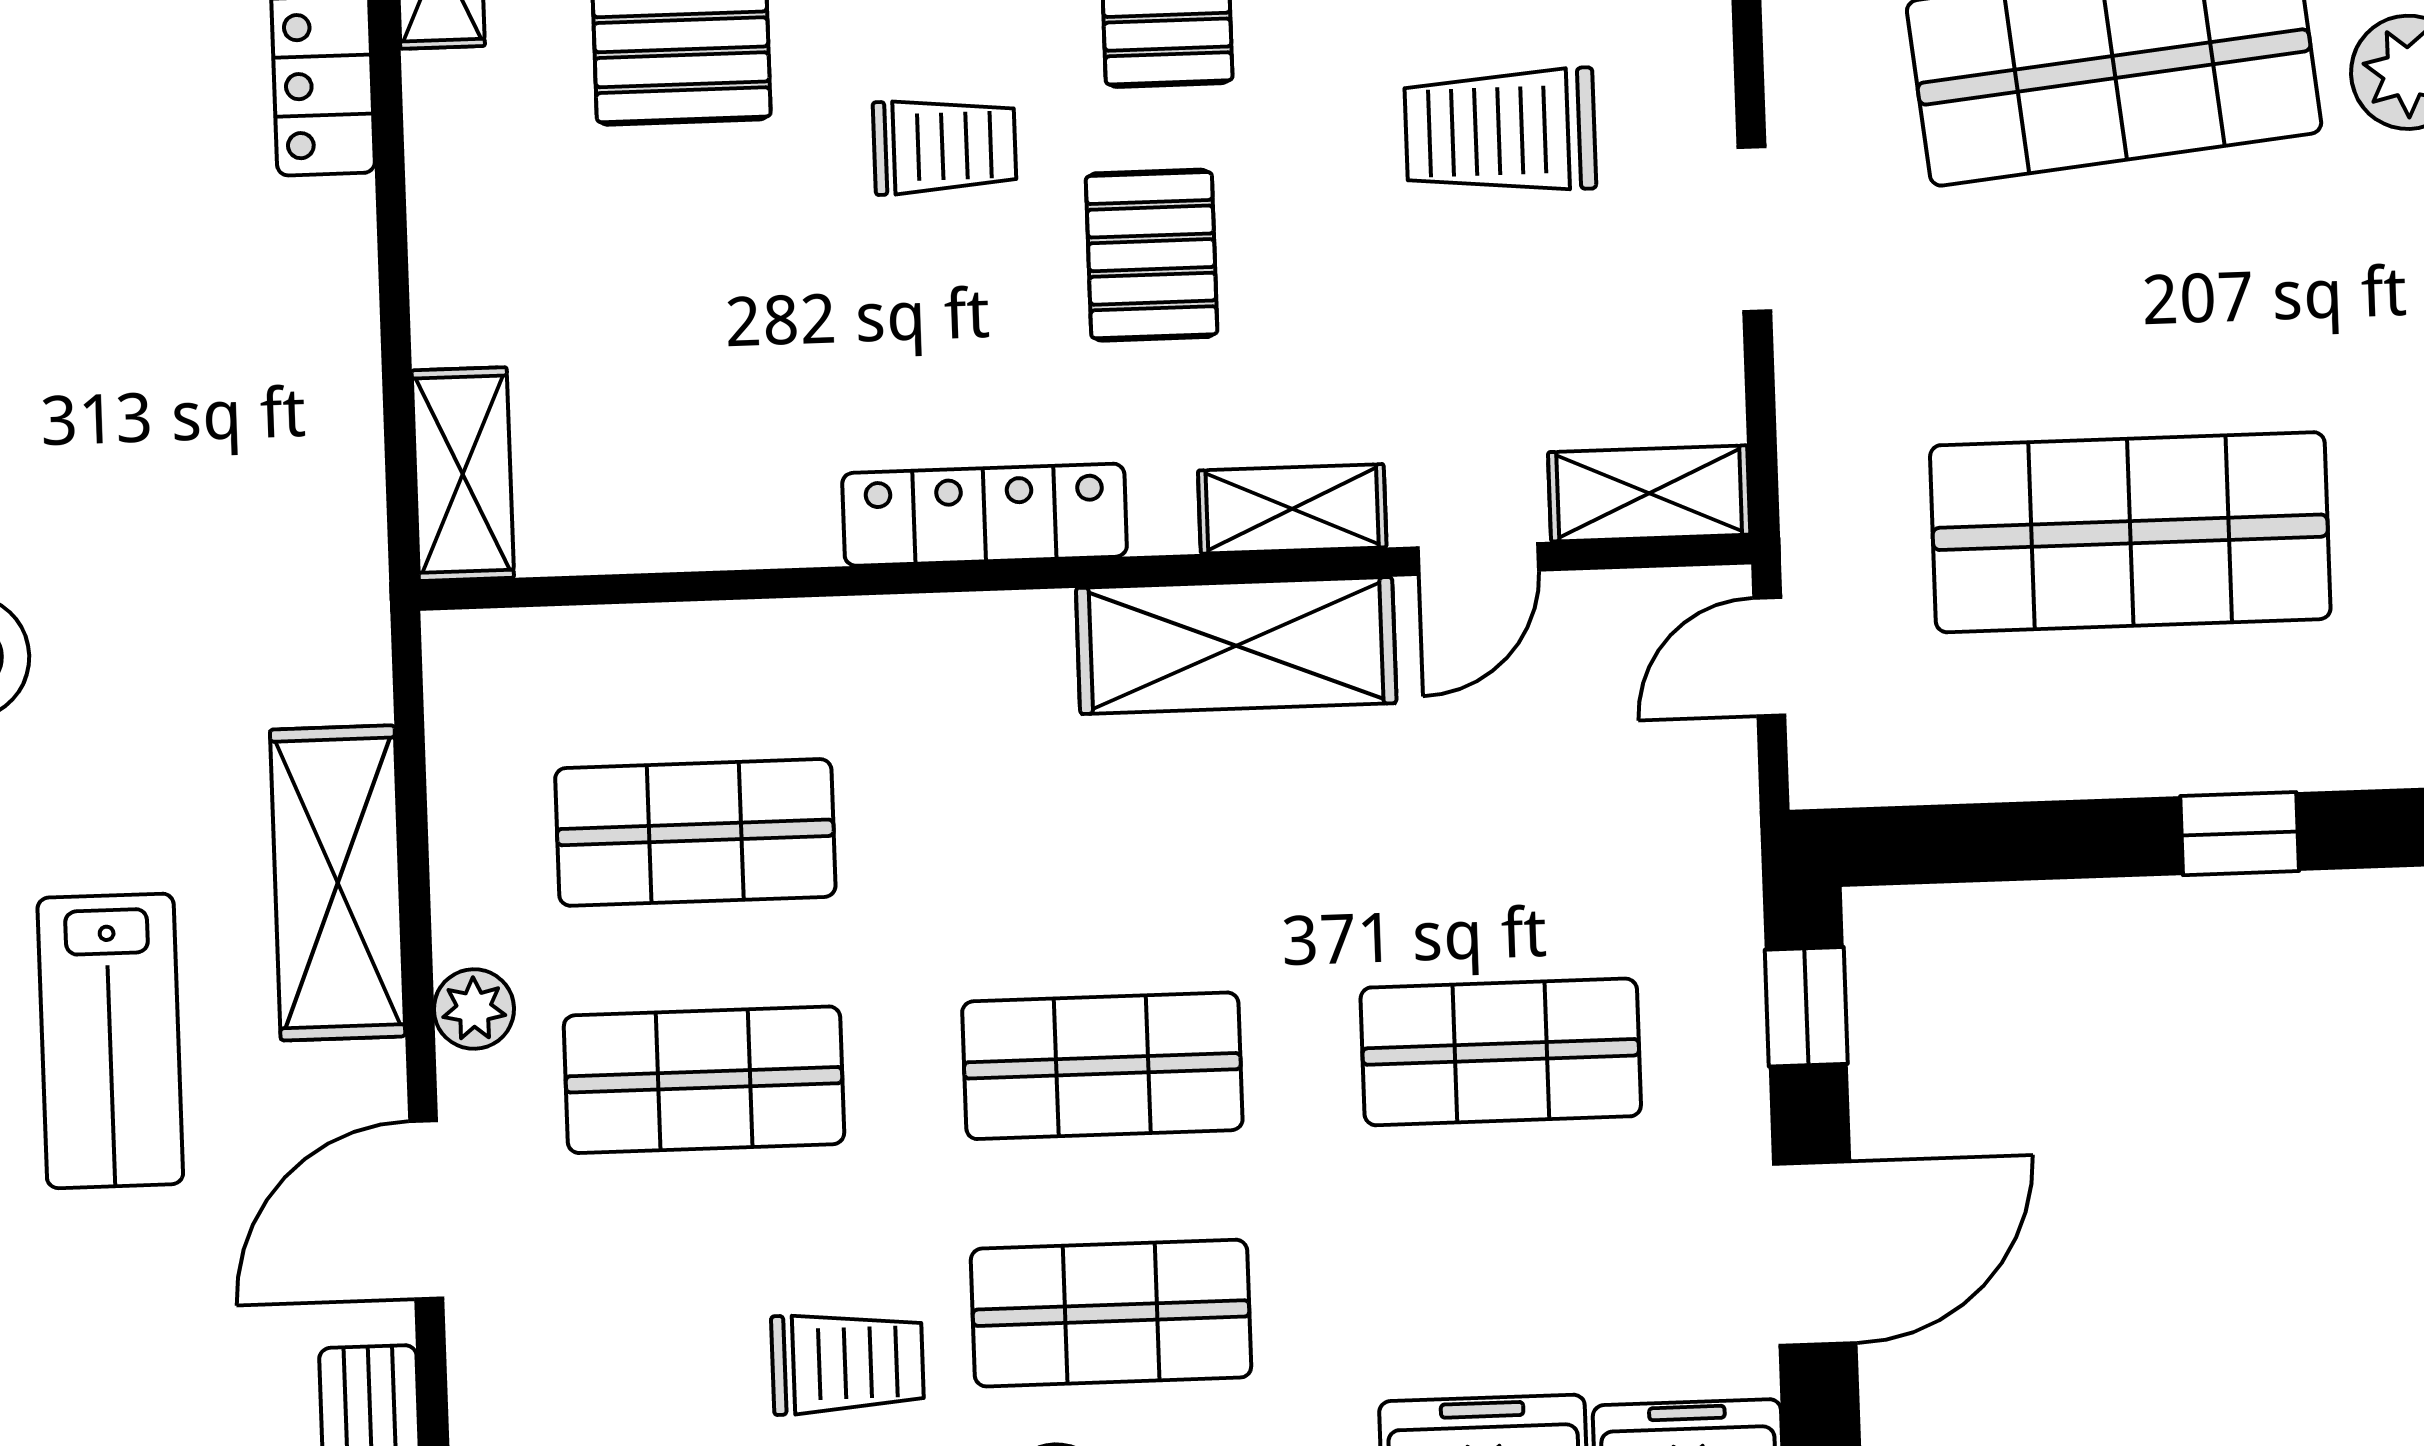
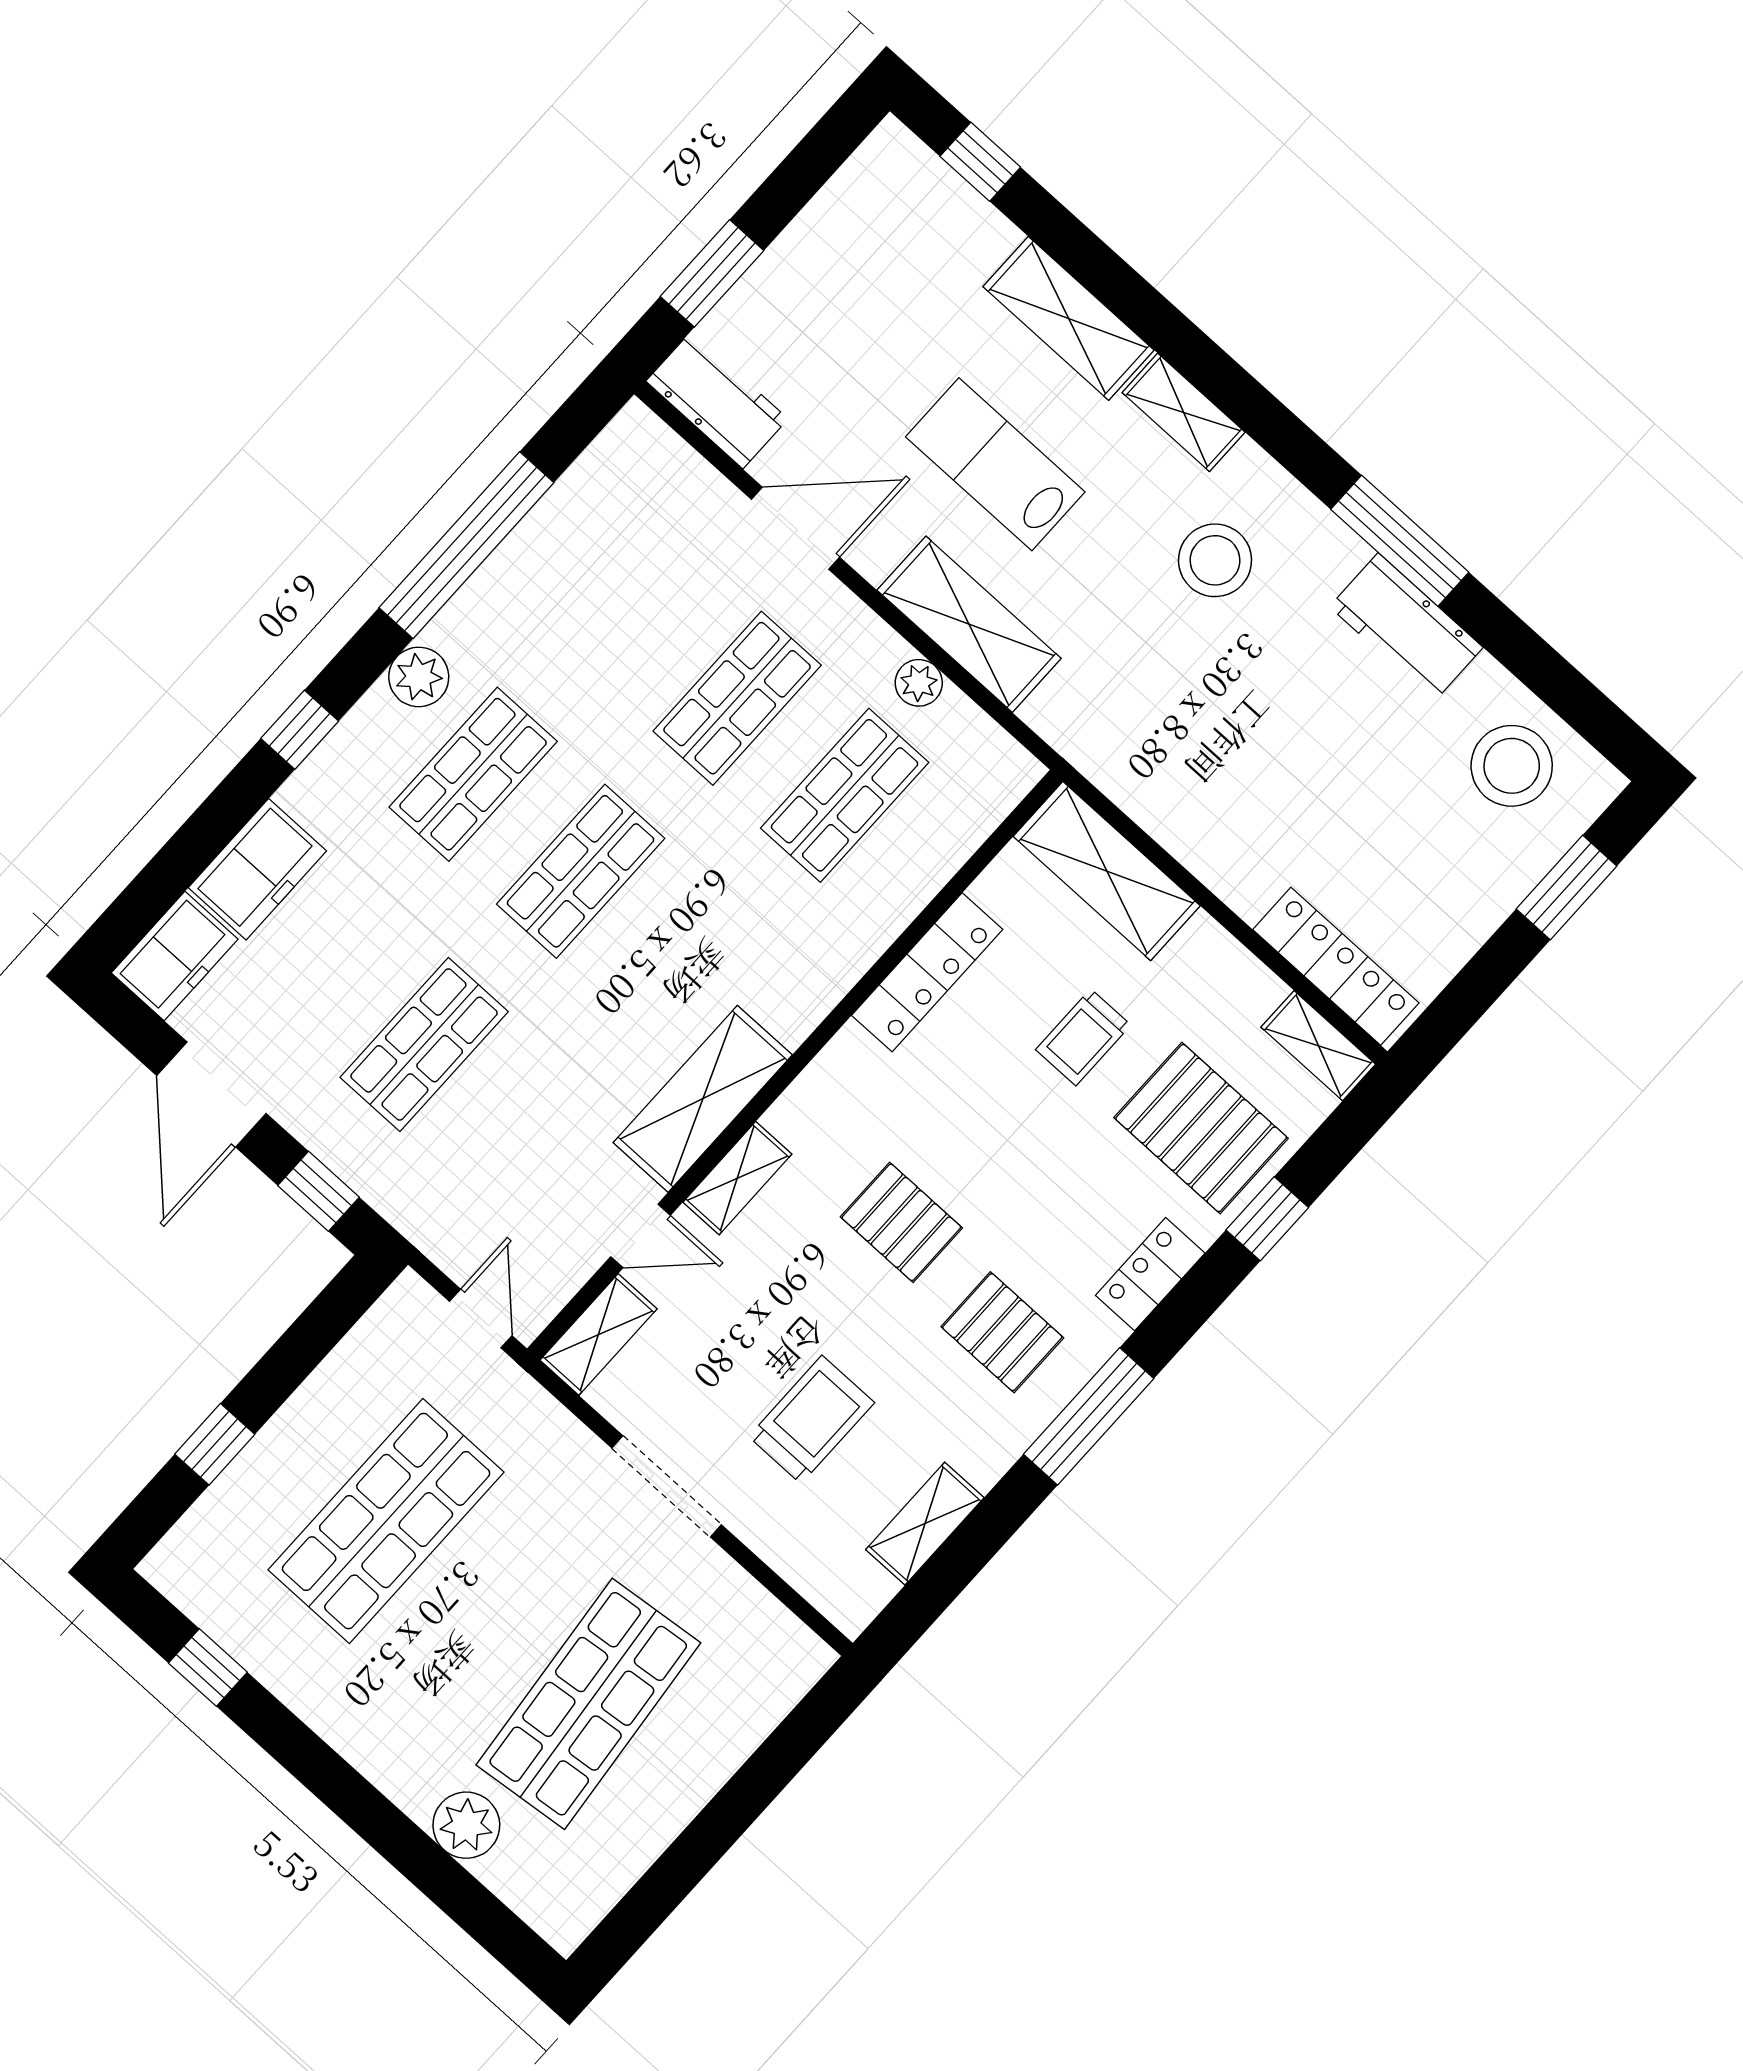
trolley: (945, 146) -> (1083, 1037), moved
doorway: (1754, 229) -> (667, 1486), width x1.38
shelving: (463, 474) -> (1107, 871), width x1.50, depth x1.33
locker: (985, 515) -> (927, 972), moved
door: (1478, 559) -> (640, 1236), swing flipped
plant: (474, 1009) -> (919, 683), moved
door: (426, 1210) -> (795, 528), hinge flipped
trolley: (848, 1363) -> (559, 643), removed

